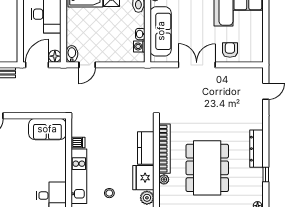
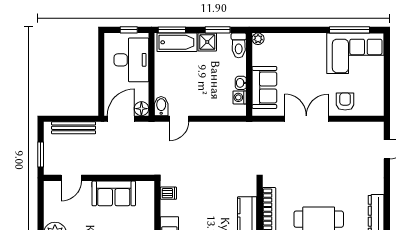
sofa: (161, 31) -> (264, 87), width x0.73
sofa: (47, 129) -> (114, 193), moved
dishwasher: (78, 143) -> (168, 193), moved

